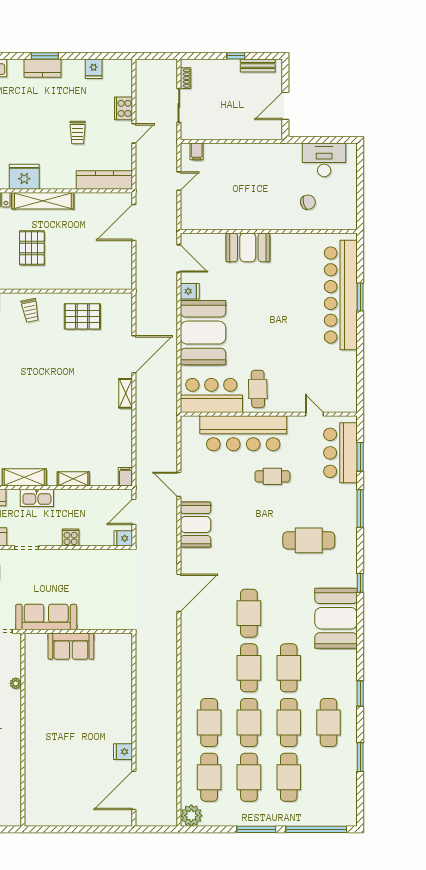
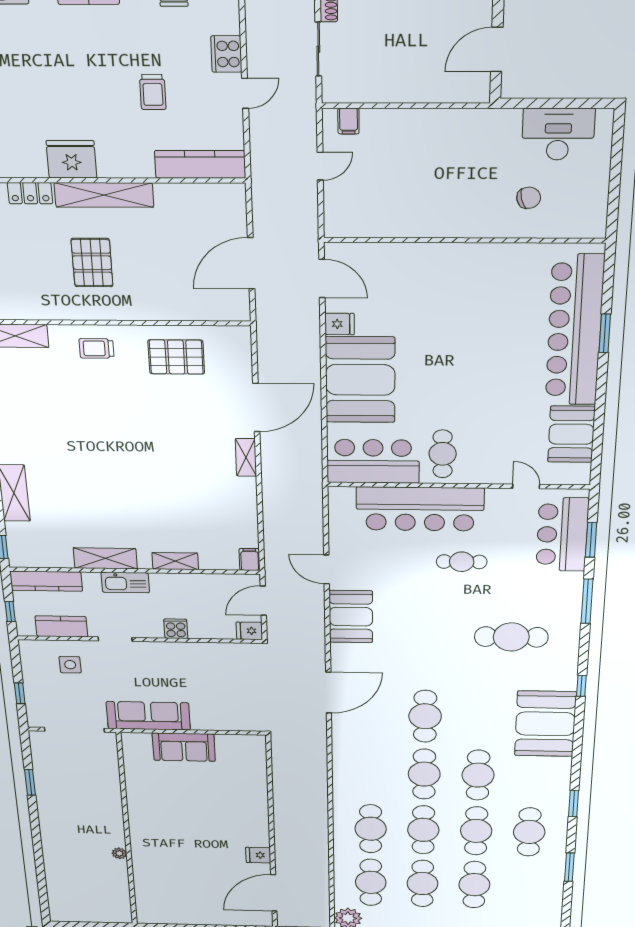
door: (134, 222) -> (251, 263), moved
booth: (248, 247) -> (571, 434), moved, turned 90
trolley: (30, 310) -> (97, 348), turned 101
plant: (16, 683) -> (119, 853), moved

